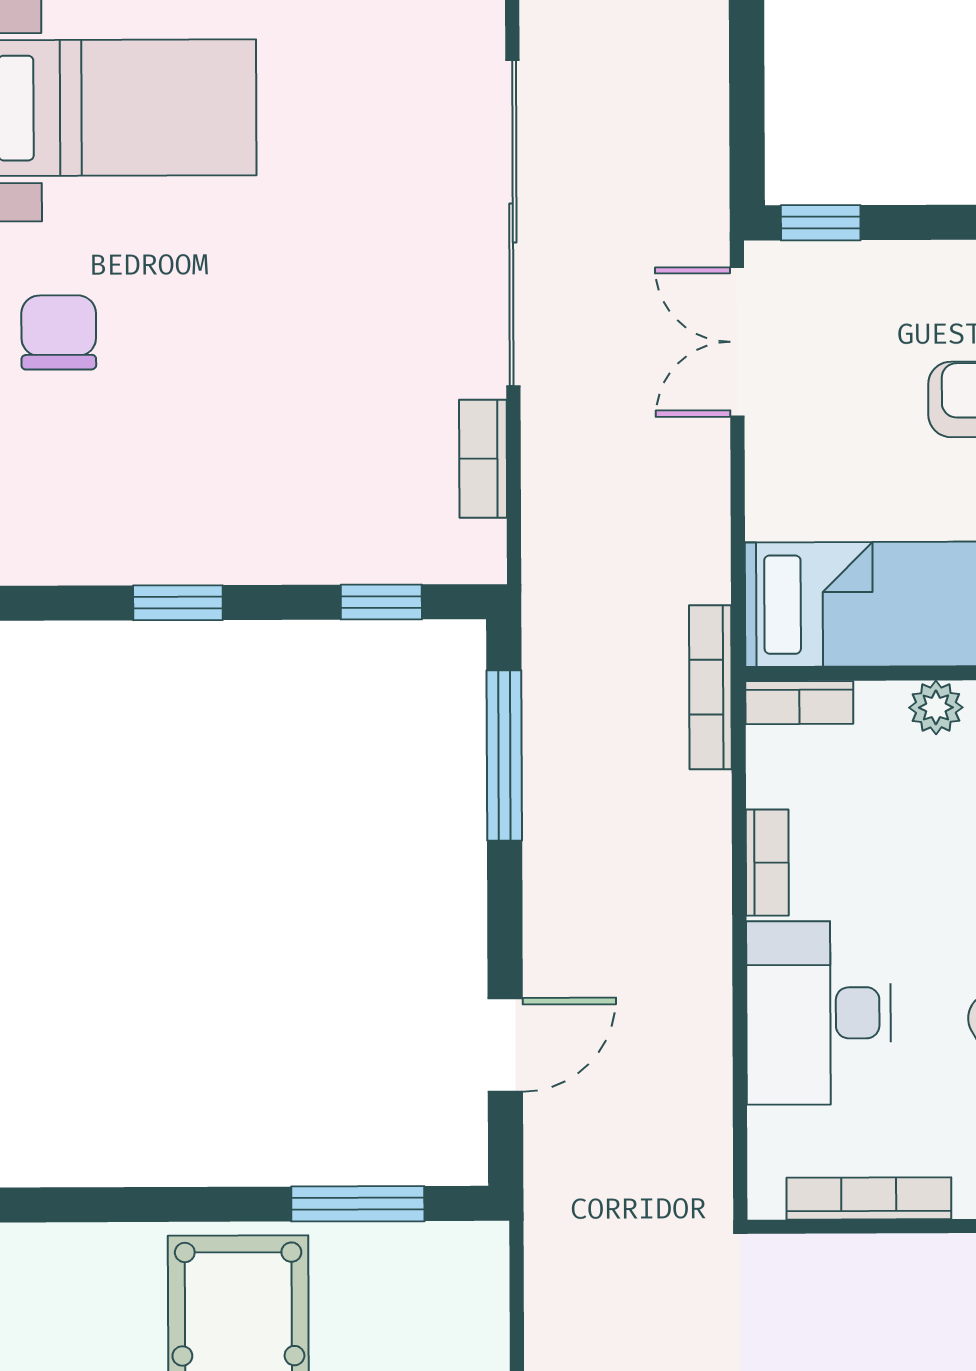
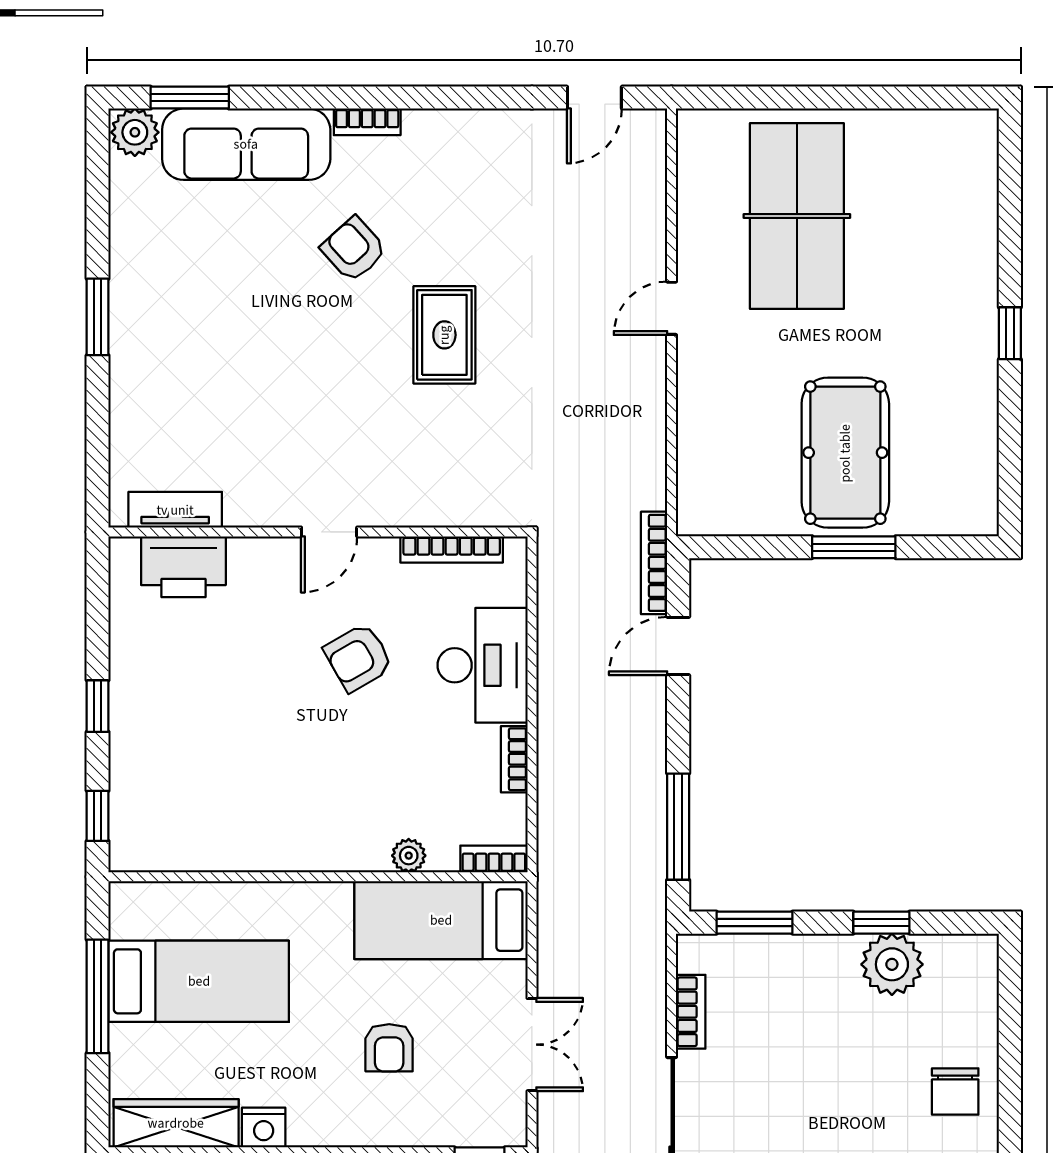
double door: (737, 342) -> (532, 1045), moved
plant: (161, 536) -> (892, 964), added
window: (381, 602) -> (754, 923), width x1.50
bookcase: (710, 687) -> (654, 563), moved, turned 180
window: (358, 1204) -> (854, 547), moved

